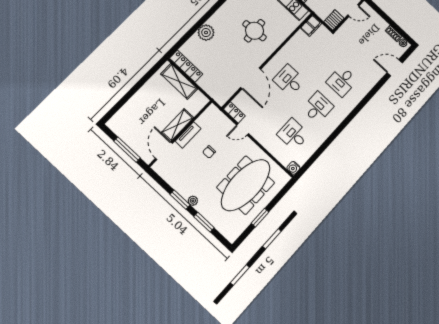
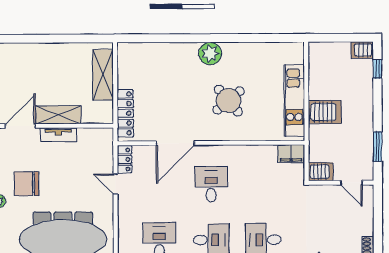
round table: (255, 31) -> (228, 101), turned -36
plant: (206, 33) -> (210, 54), moved
locker: (186, 66) -> (125, 113), moved
chair: (209, 152) -> (26, 184), moved, width x1.87, depth x1.87

